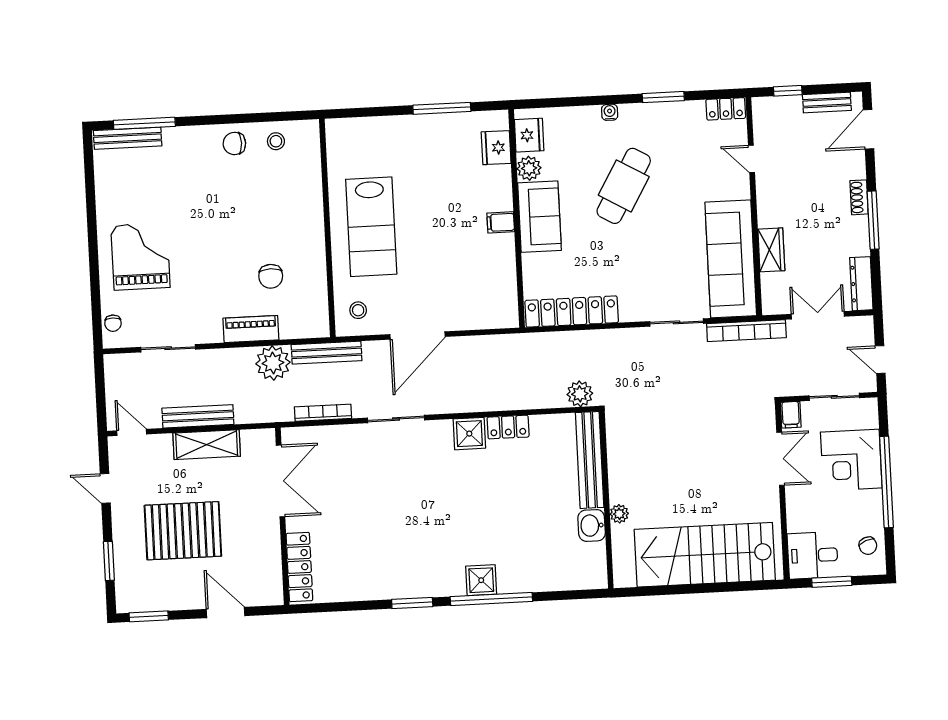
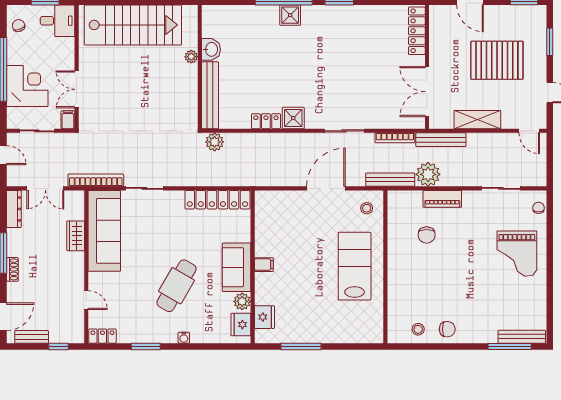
chair: (271, 276) -> (427, 235), turned 180
bench: (198, 416) -> (441, 140), moved

